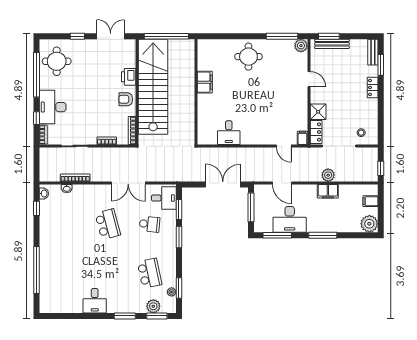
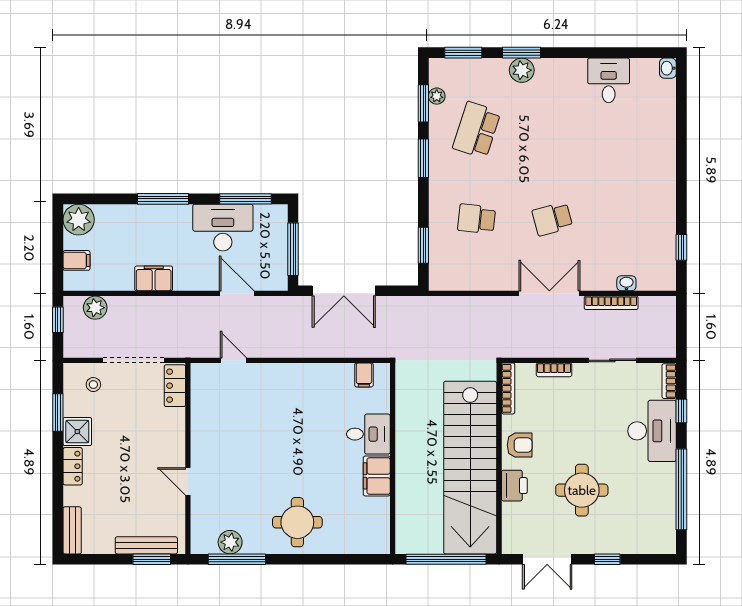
plant: (301, 46) -> (230, 542), moved
round table: (57, 61) -> (582, 490), moved
window: (381, 65) -> (58, 412), moved
shower: (318, 112) -> (77, 432), moved
desk: (229, 133) -> (368, 434), moved, turned 90
filing cabinet: (302, 138) -> (364, 375), moved
plant: (328, 175) -> (95, 308), moved
double door: (128, 183) -> (549, 293), moved
washbasin: (44, 194) -> (668, 68), moved
desk: (164, 198) -> (451, 266), removed
school desk: (108, 224) -> (552, 219), width x0.54
window: (179, 237) -> (423, 158), moved
window: (36, 270) -> (681, 136), removed
school desk: (150, 273) -> (477, 130), turned 30
desk: (95, 301) -> (609, 80), moved
plant: (153, 306) -> (522, 70), moved

